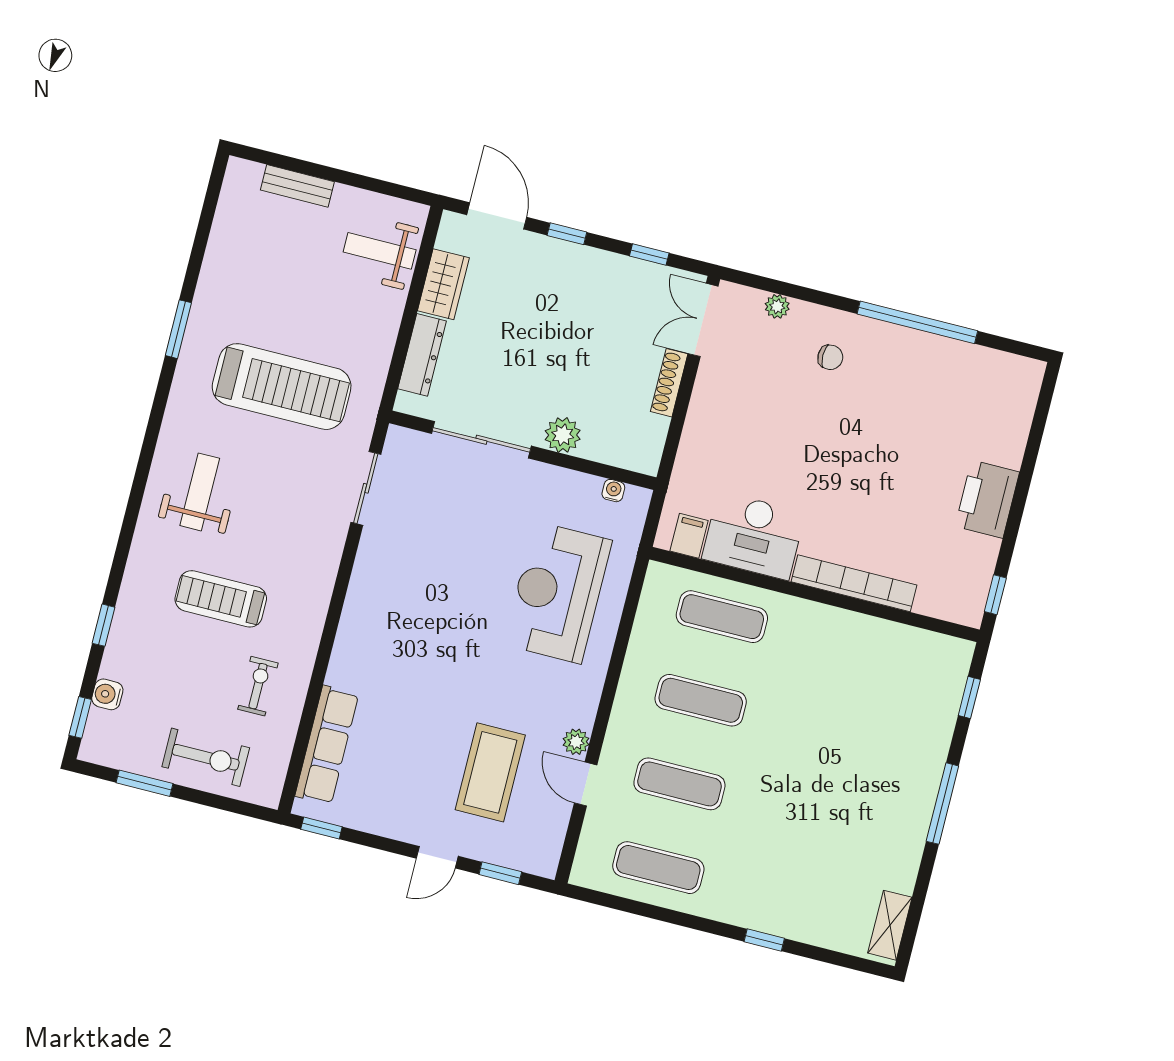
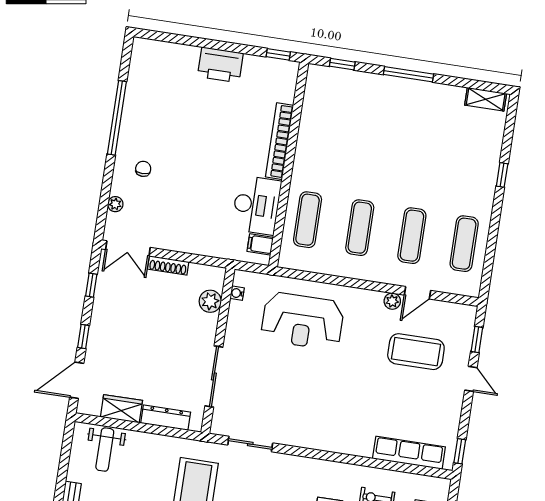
plant: (563, 435) -> (210, 301), moved

